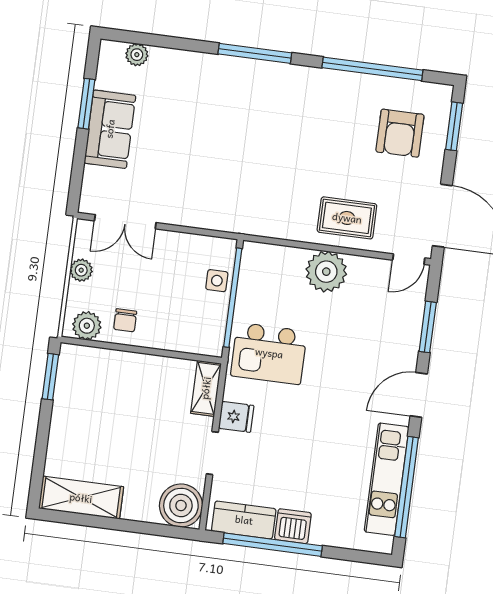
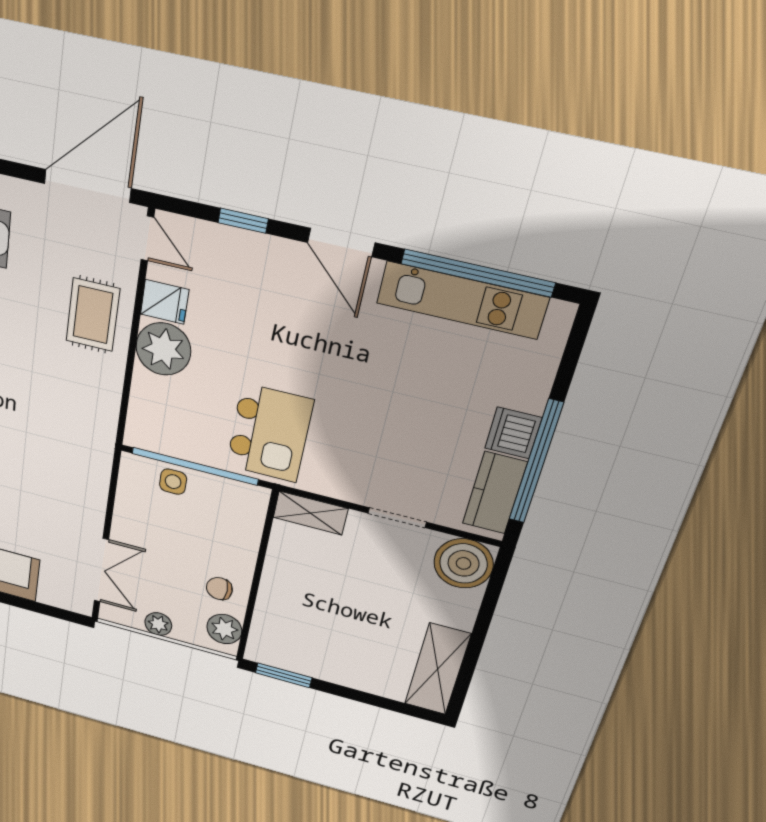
chair: (125, 320) -> (219, 589), turned 180
window: (428, 327) -> (243, 221), width x0.67
fridge: (236, 417) -> (165, 302), moved, turned 90

